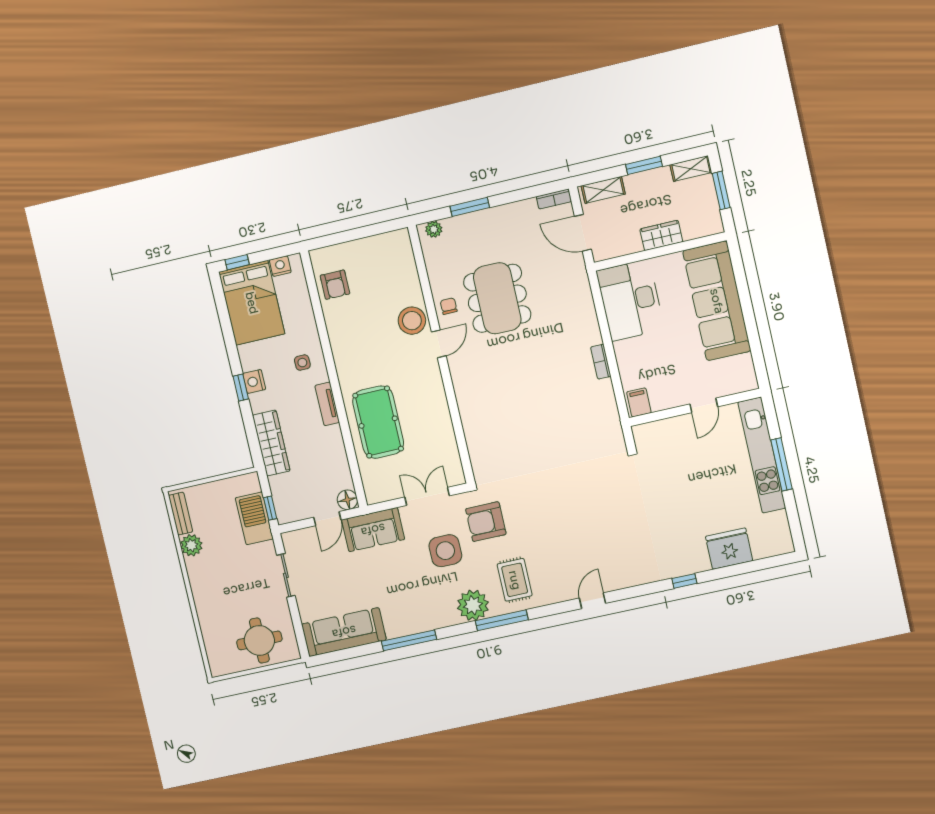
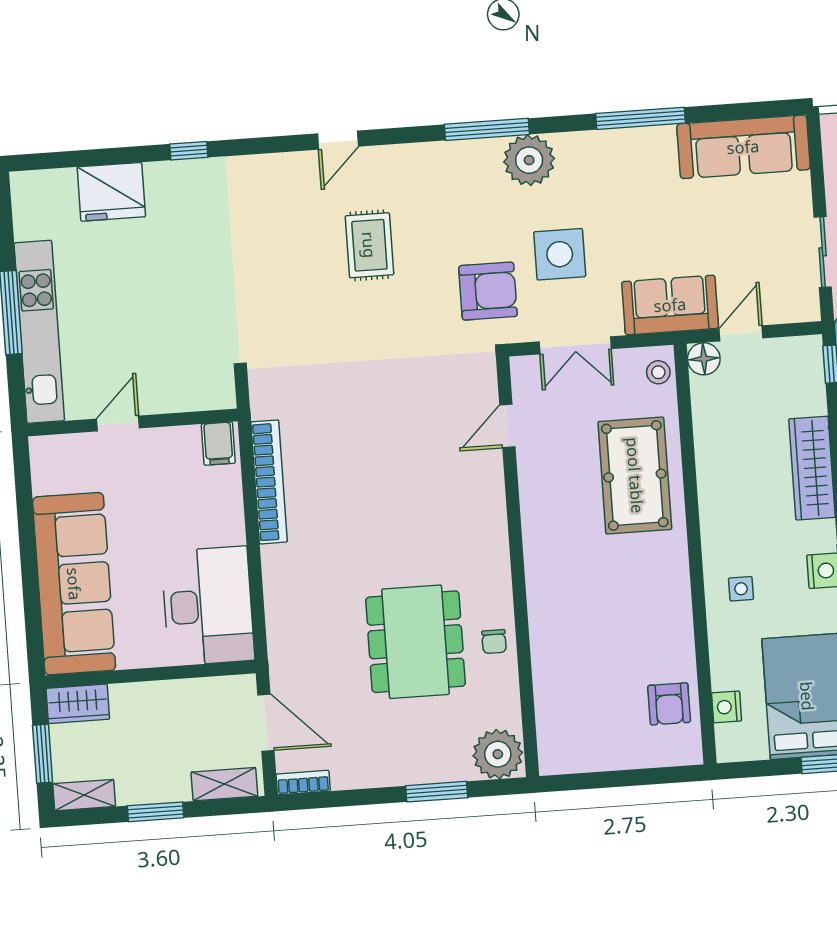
plant: (434, 229) -> (498, 754), width x1.88, depth x1.88
wardrobe: (661, 235) -> (78, 704), moved
nightstand: (280, 266) -> (727, 707), moved, turned 90
armchair: (335, 285) -> (669, 704), turned 180
stool: (412, 321) -> (658, 372), moved, width x0.53, depth x0.53
door: (439, 344) -> (507, 426), moved
bookcase: (601, 362) -> (269, 482), width x2.31, depth x1.31
tv unit: (327, 404) -> (712, 517), removed
rug: (515, 580) -> (369, 245), moved

